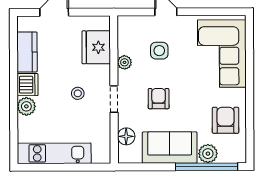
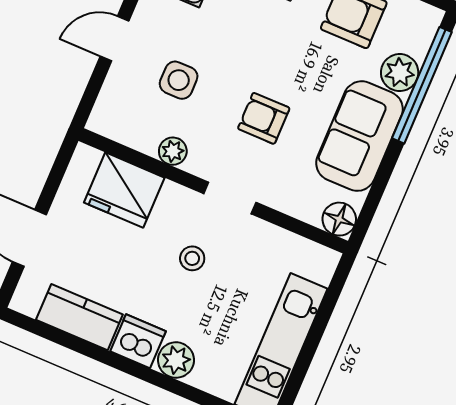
floor lamp: (126, 136) -> (339, 219), moved

